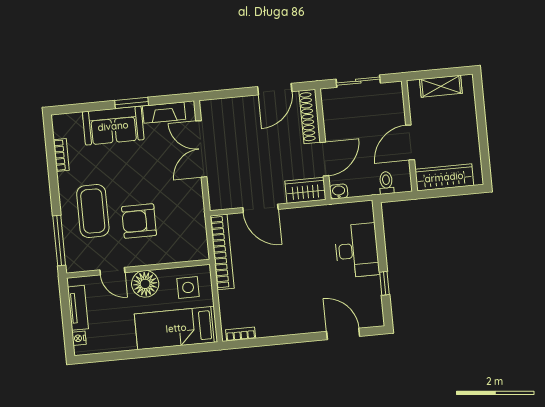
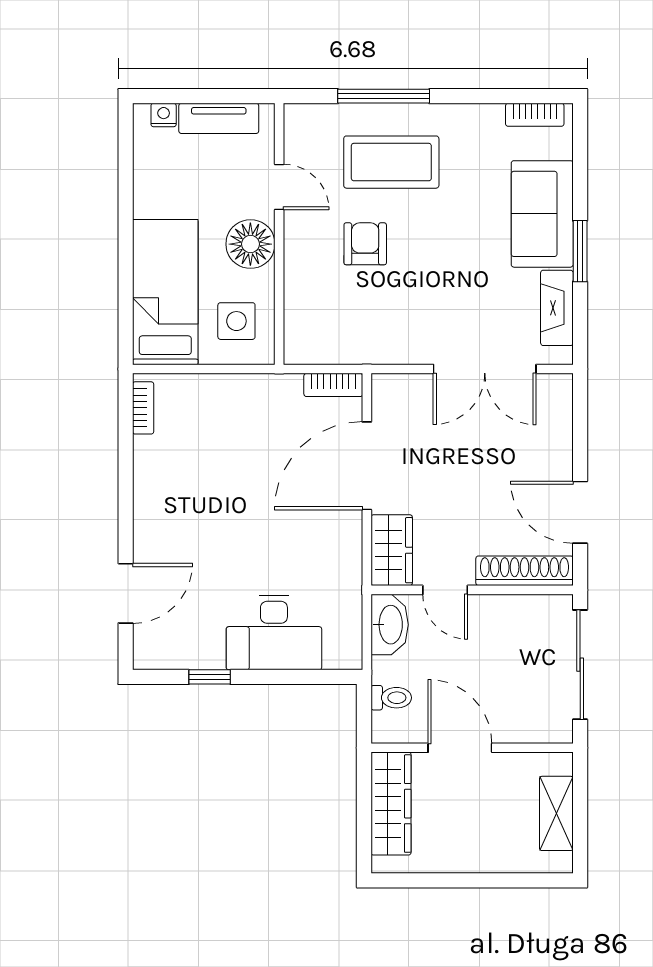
sliding door: (358, 81) -> (580, 665), width x1.37
double door: (201, 149) -> (485, 369), swing flipped
bookcase: (61, 155) -> (535, 115), moved
door: (324, 159) -> (445, 590), width x0.73
washbasin: (339, 191) -> (390, 625), width x1.91, depth x1.45
door: (260, 208) -> (367, 466), width x1.36
armchair: (139, 221) -> (365, 244), width x0.72, depth x0.72
window: (59, 240) -> (384, 96), moved
bookcase: (222, 252) -> (333, 385), width x0.43, depth x0.76
door: (112, 271) -> (279, 187), swing flipped

